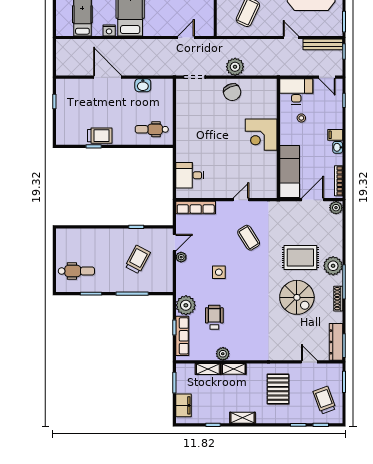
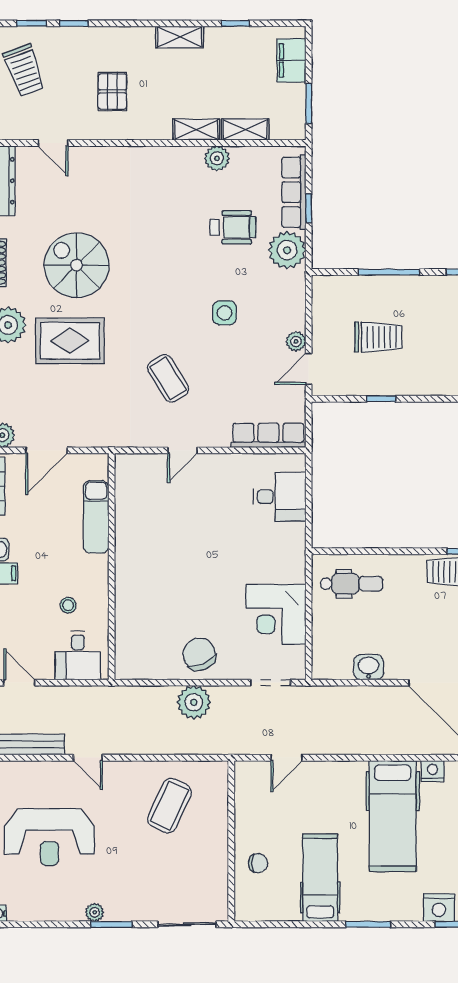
desk: (296, 91) -> (78, 656), width x0.73
corner desk: (261, 135) -> (276, 614), moved, turned 180
exam couch: (290, 172) -> (96, 517), width x0.73, depth x0.69
trolley: (138, 259) -> (378, 337), turned -118
wheelchair: (214, 317) -> (233, 227), turned -90
pallet: (278, 389) -> (112, 91), width x0.67, depth x0.71

